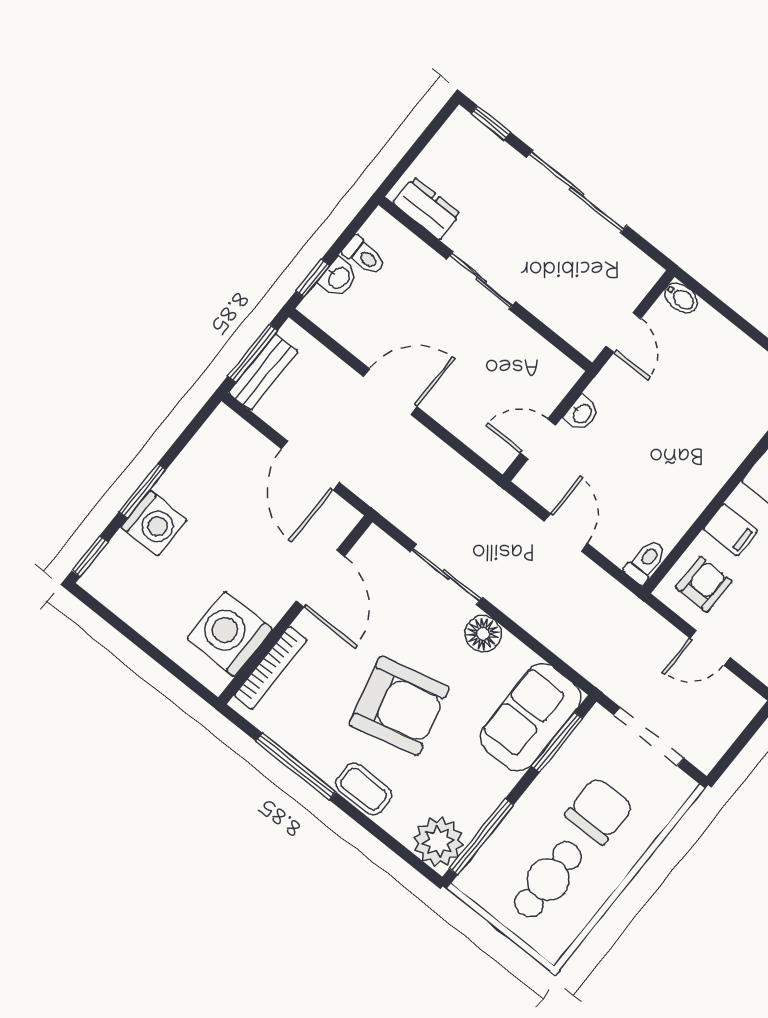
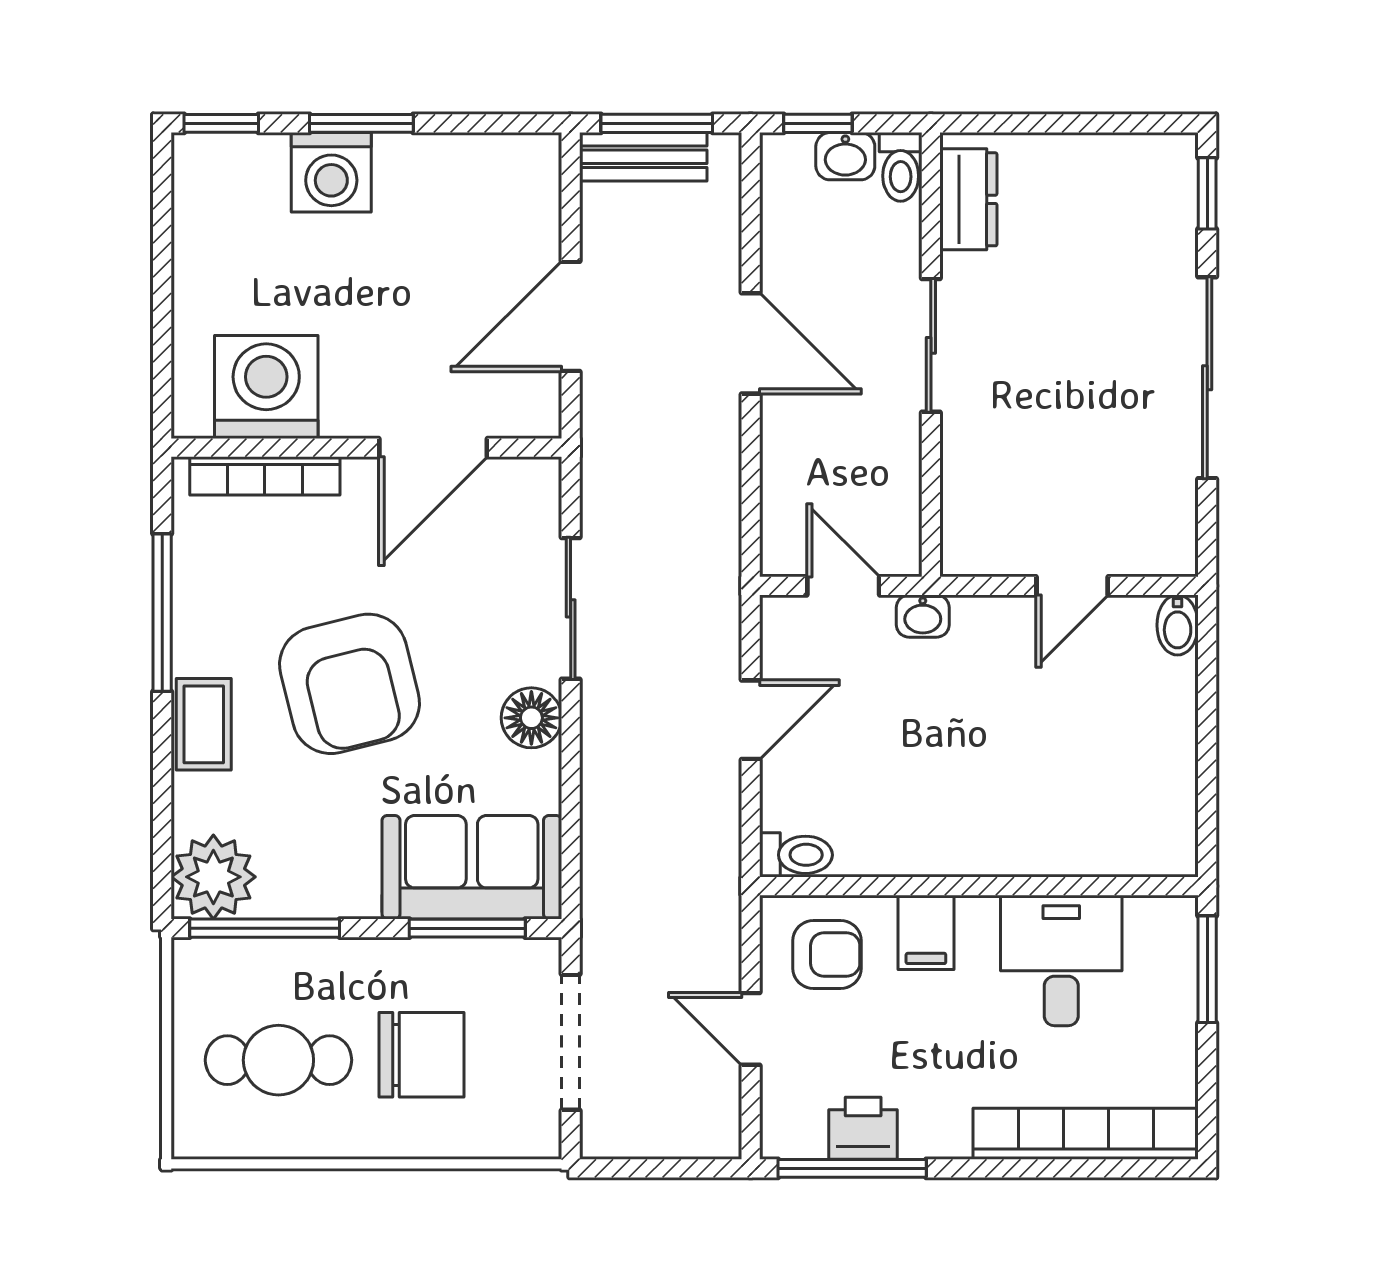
dresser: (427, 208) -> (968, 199), moved
sliding door: (481, 280) -> (931, 345), moved
wall: (485, 284) -> (931, 355), moved

